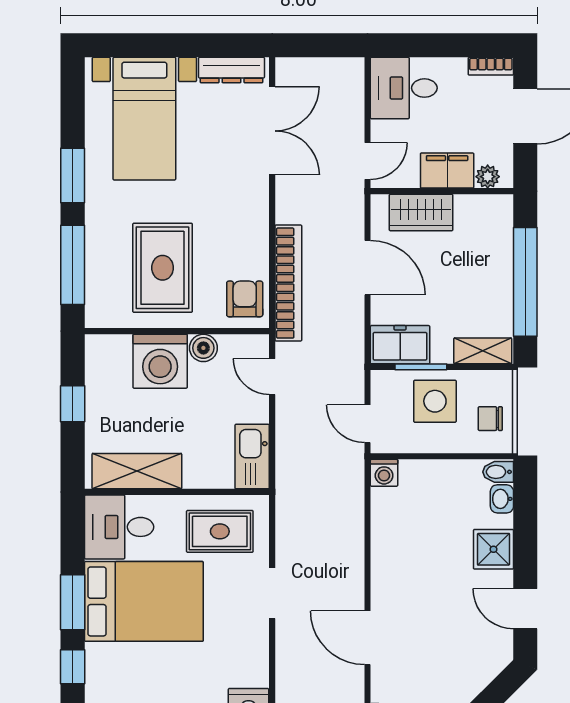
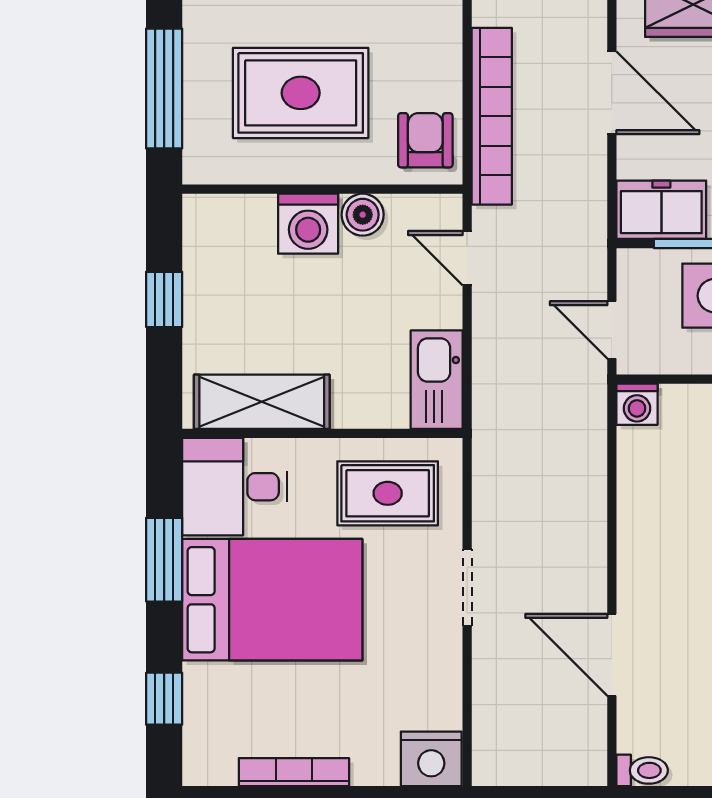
rug: (163, 268) -> (301, 93), turned 90
washing machine: (160, 361) -> (308, 224), width x0.73, depth x0.73
window: (73, 602) -> (164, 560), moved

